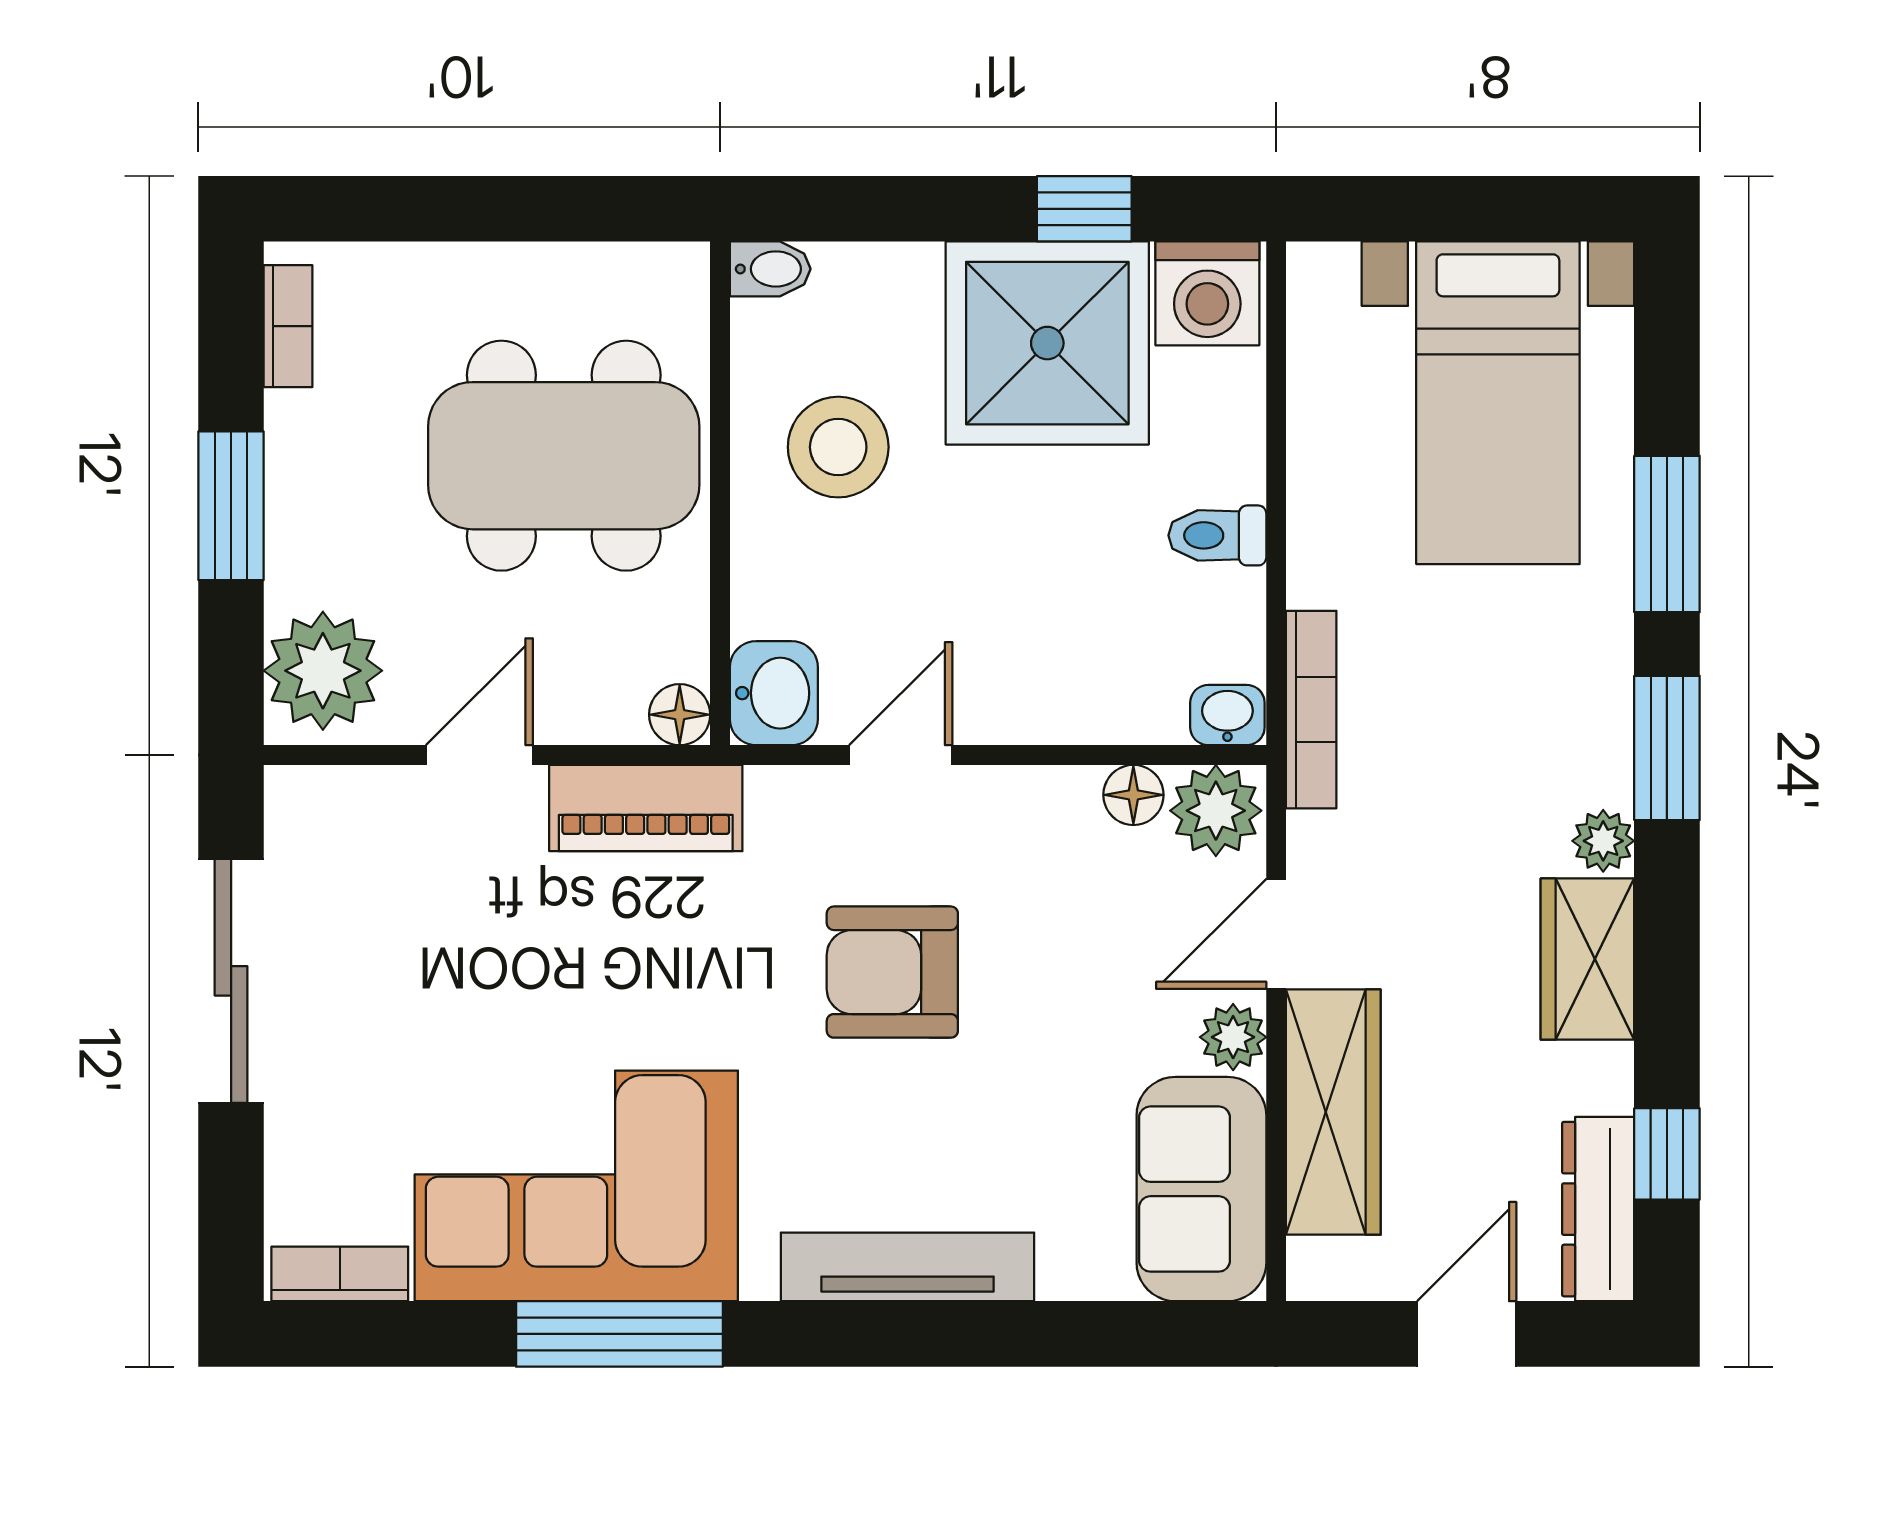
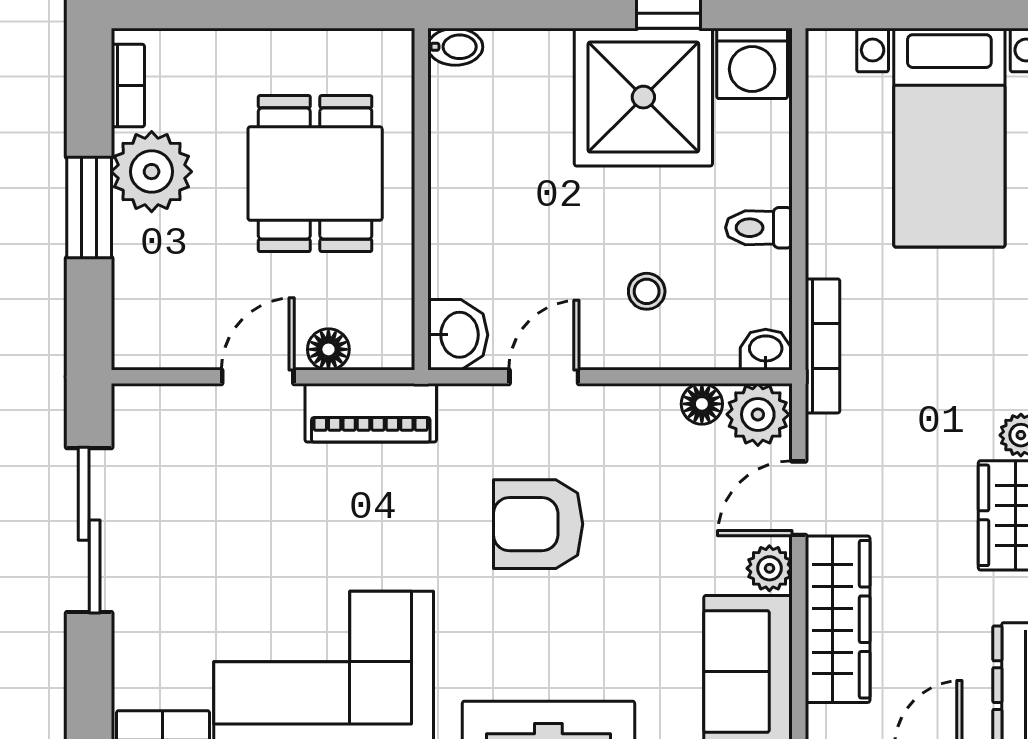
stool: (838, 447) -> (647, 291), moved, width x0.53, depth x0.53
dining table: (564, 456) -> (315, 174), width x0.73
plant: (323, 671) -> (152, 172), moved
floor lamp: (680, 715) -> (328, 349), moved

